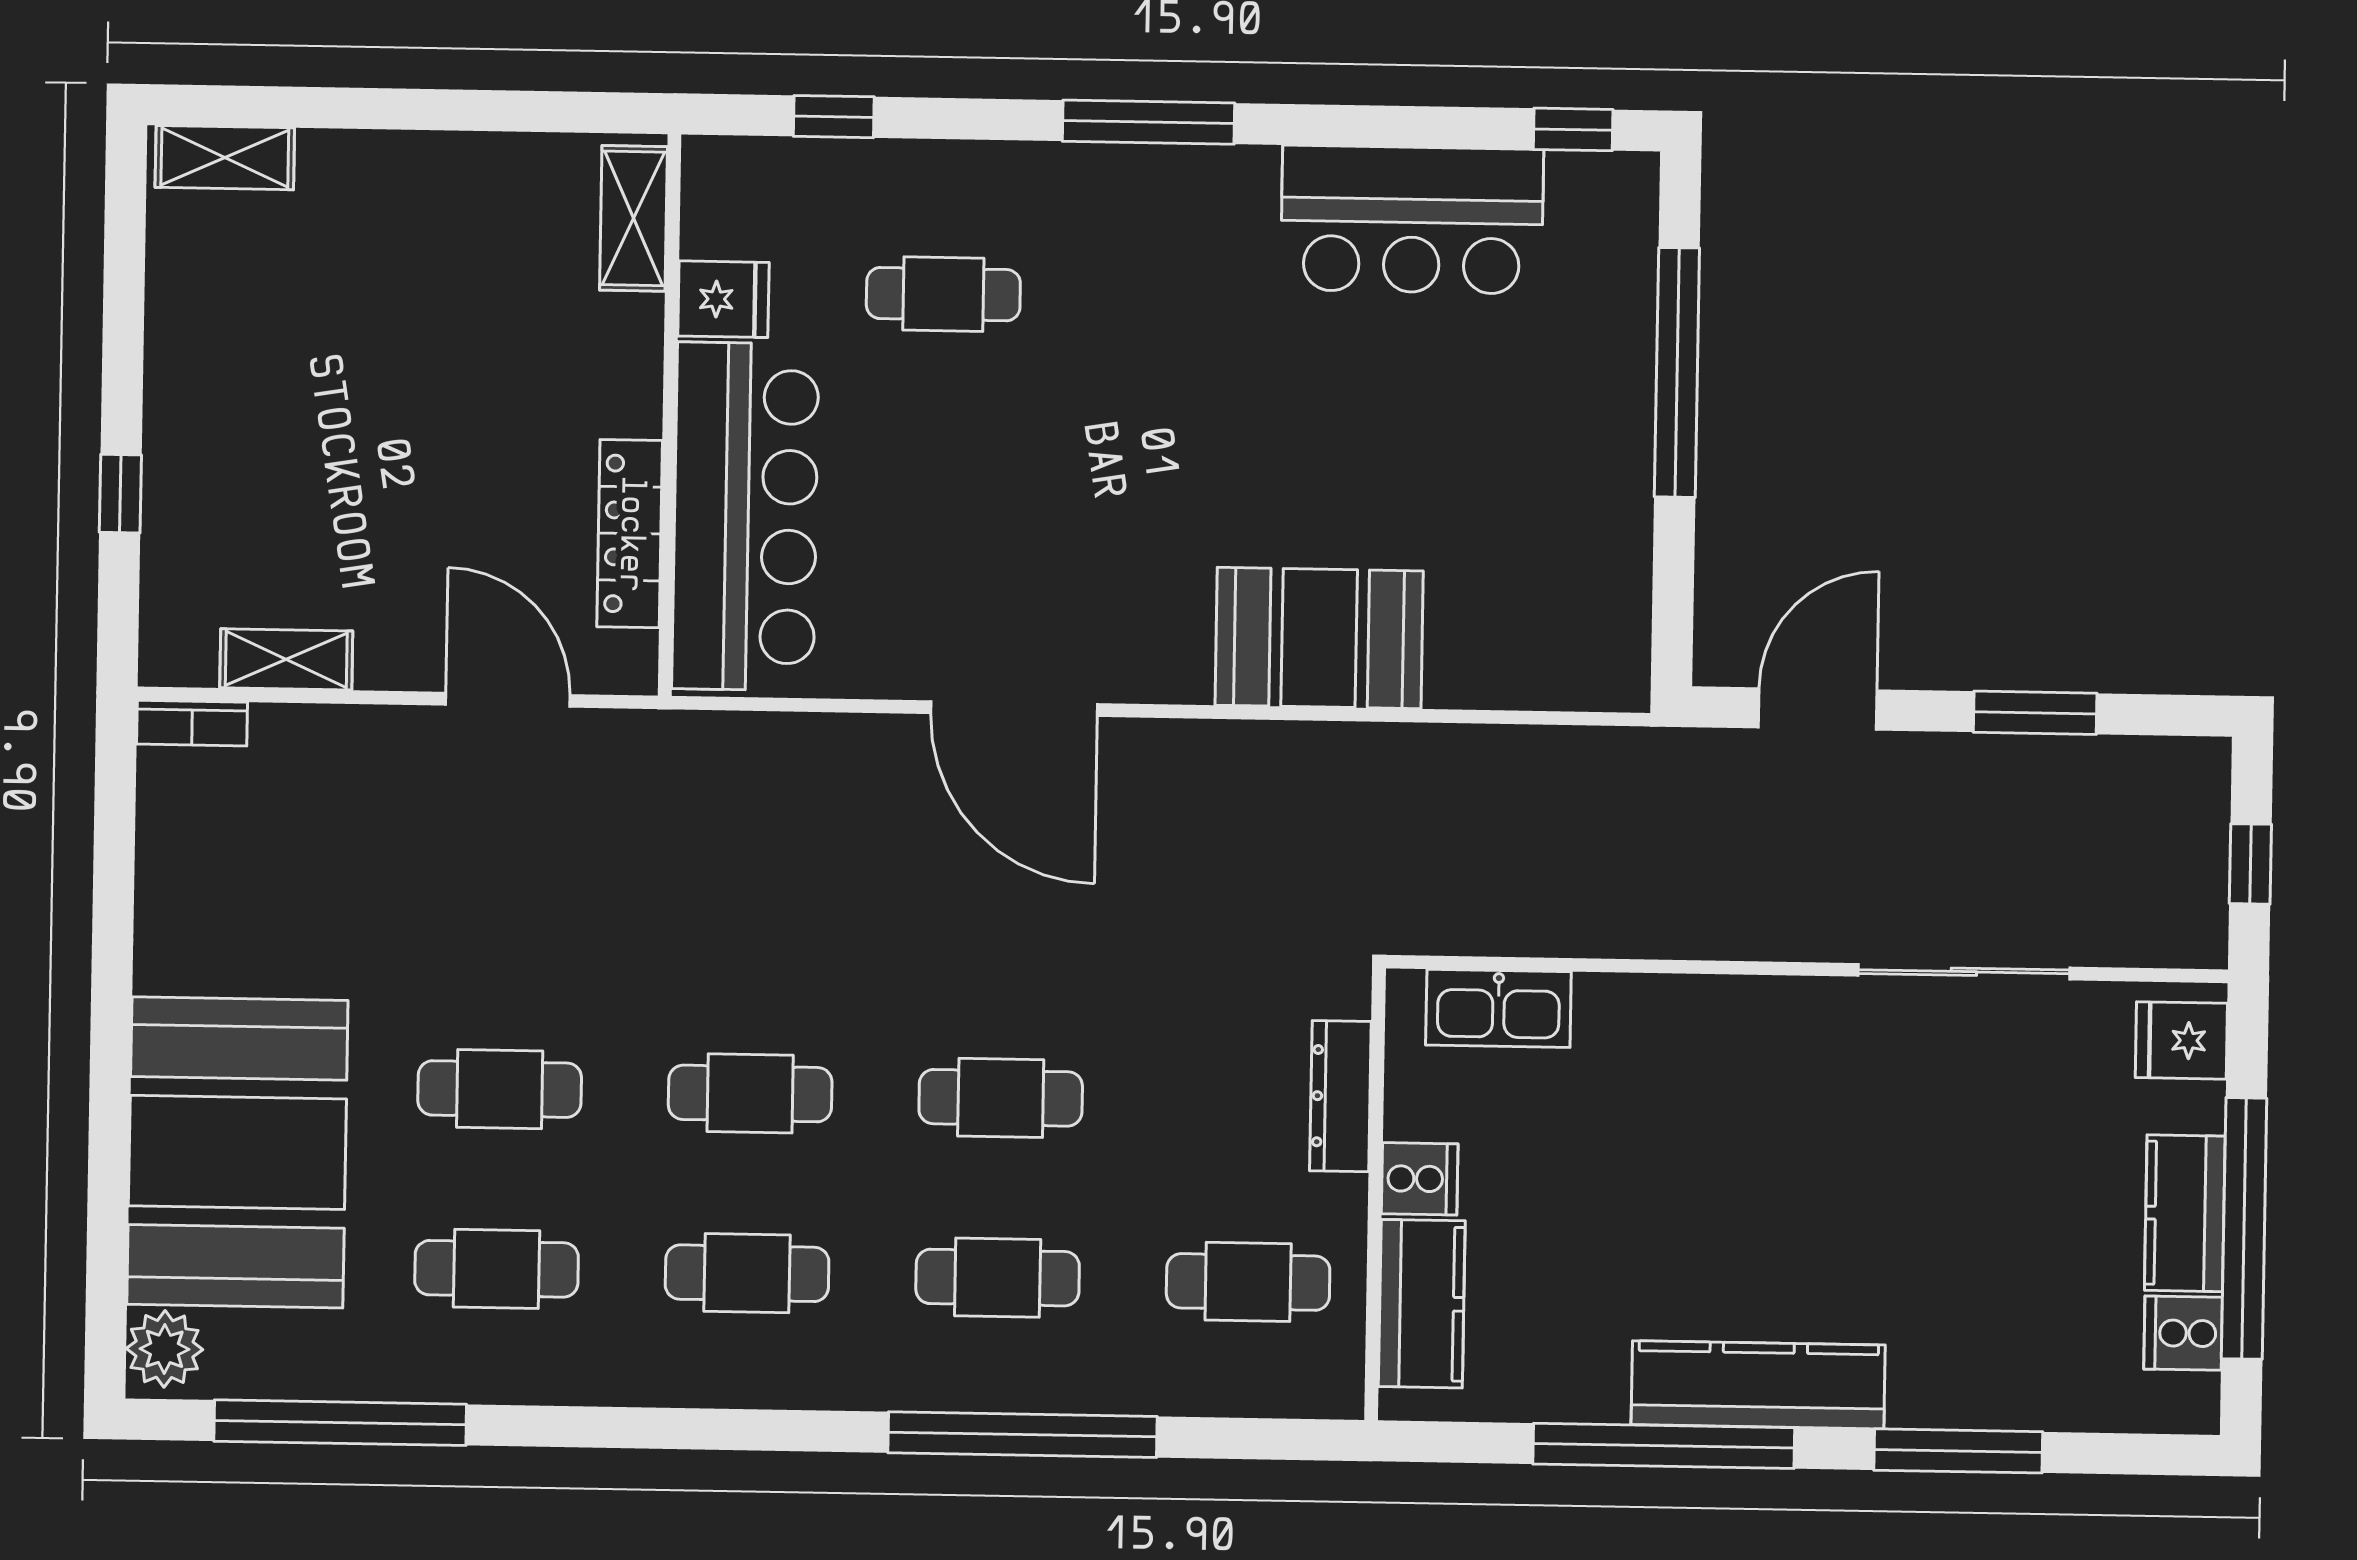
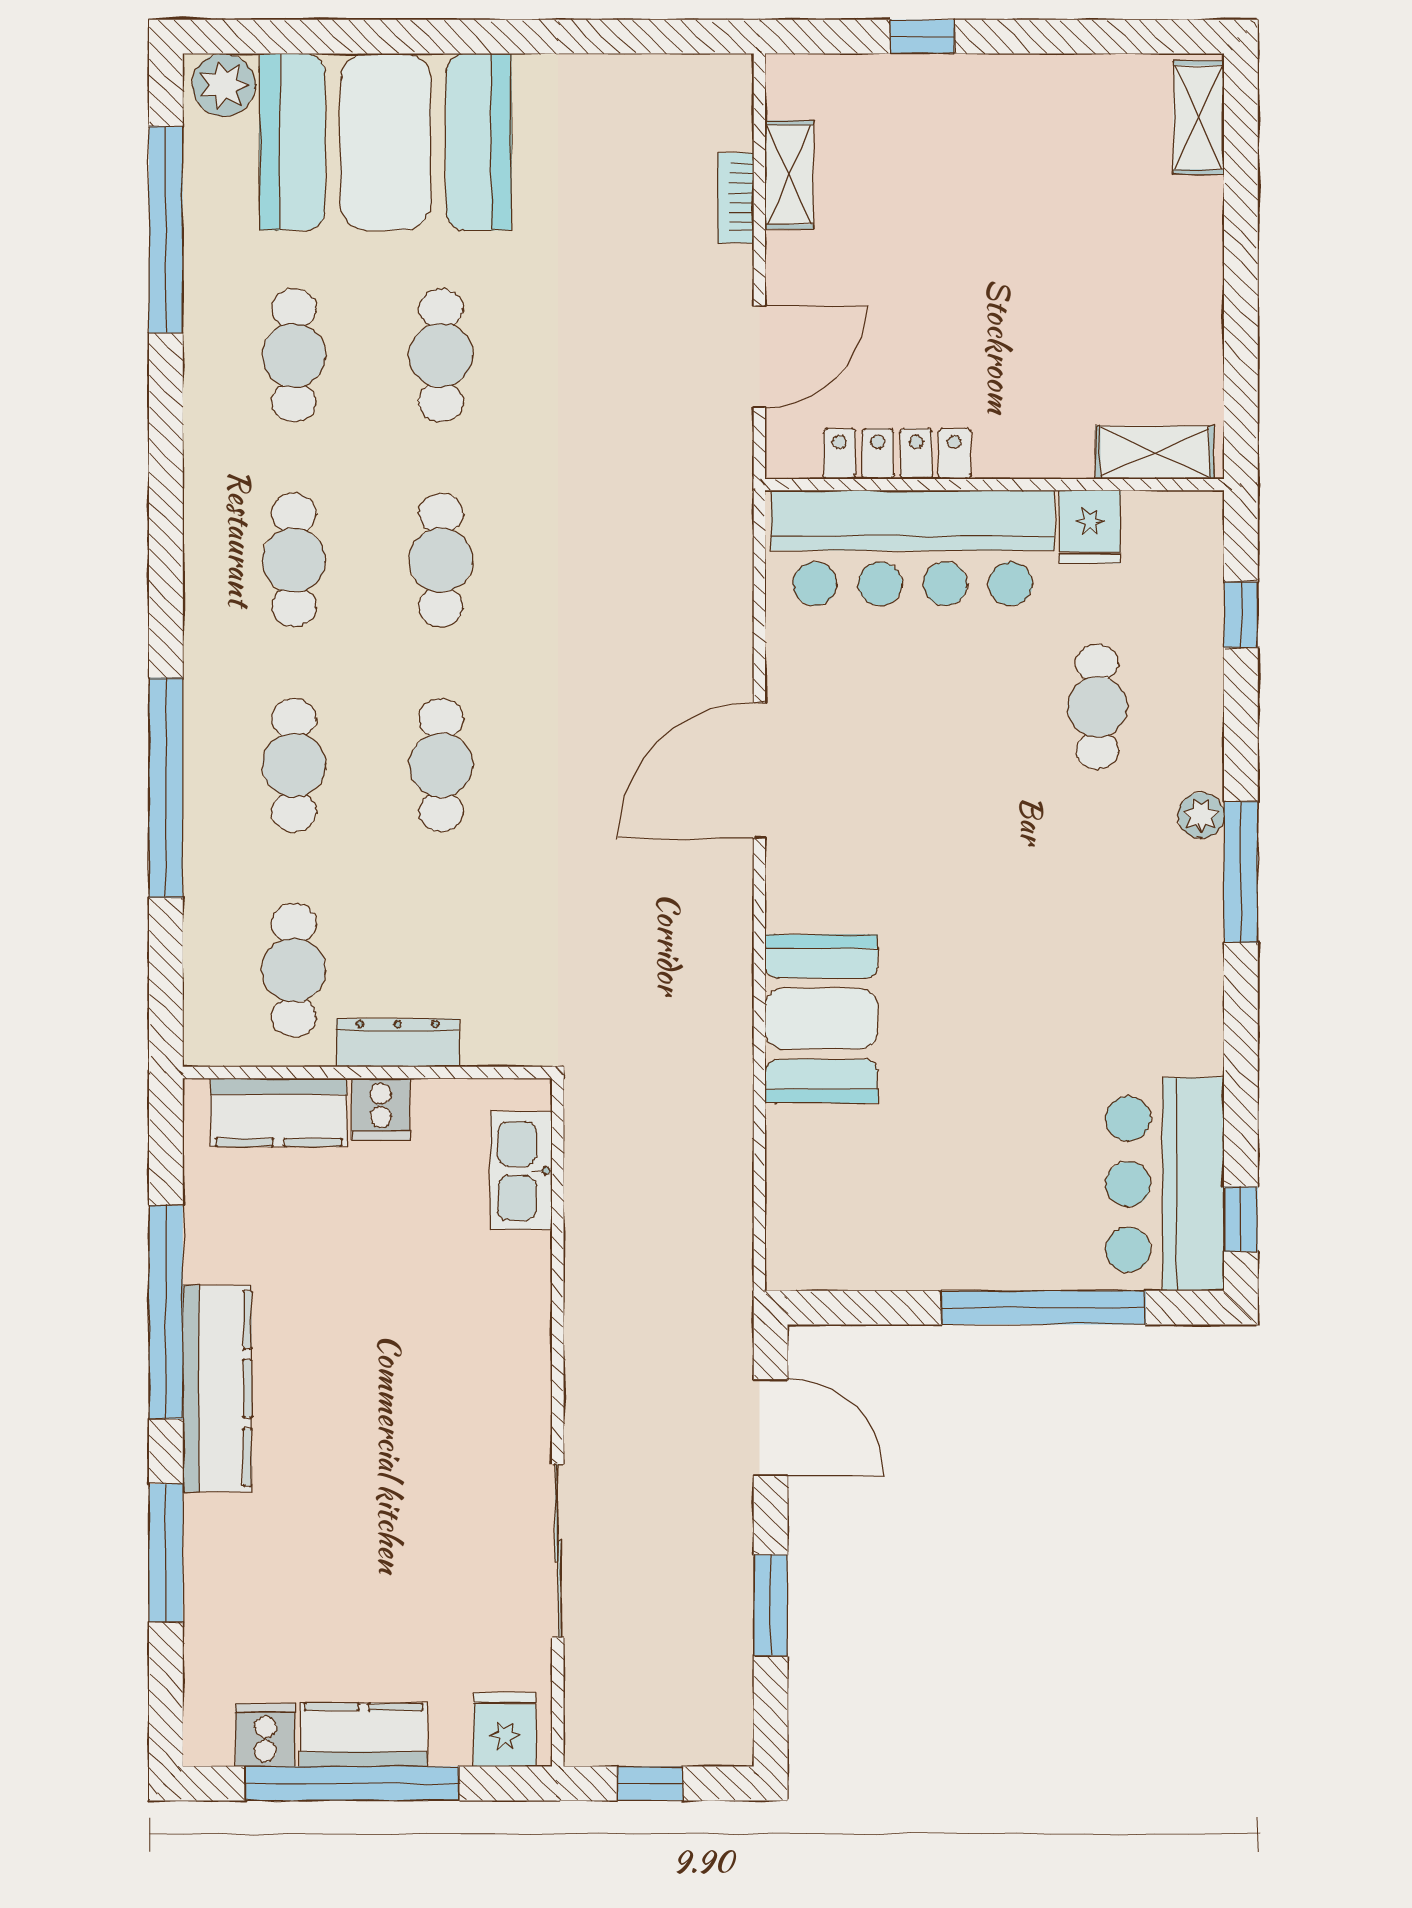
plant: (1078, 170) -> (1201, 815), added
bar counter: (1412, 220) -> (1165, 1184), moved
bookcase: (192, 723) -> (736, 198), moved
dresser: (1340, 1096) -> (398, 1043), moved

